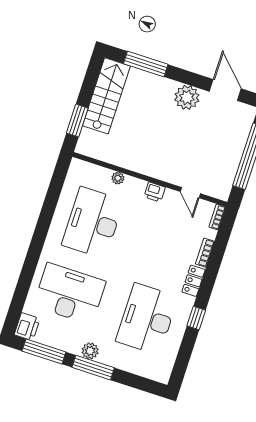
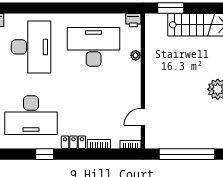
printer: (155, 192) -> (133, 20), moved, turned -90
desk: (147, 319) -> (31, 115), turned 180

